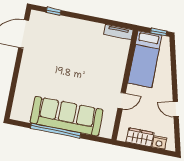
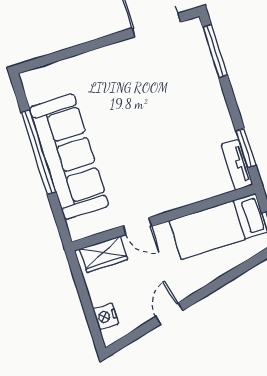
window: (54, 11) -> (215, 51), width x2.17
window: (112, 23) -> (246, 148), added
wardrobe: (140, 137) -> (104, 254), moved, turned 90

